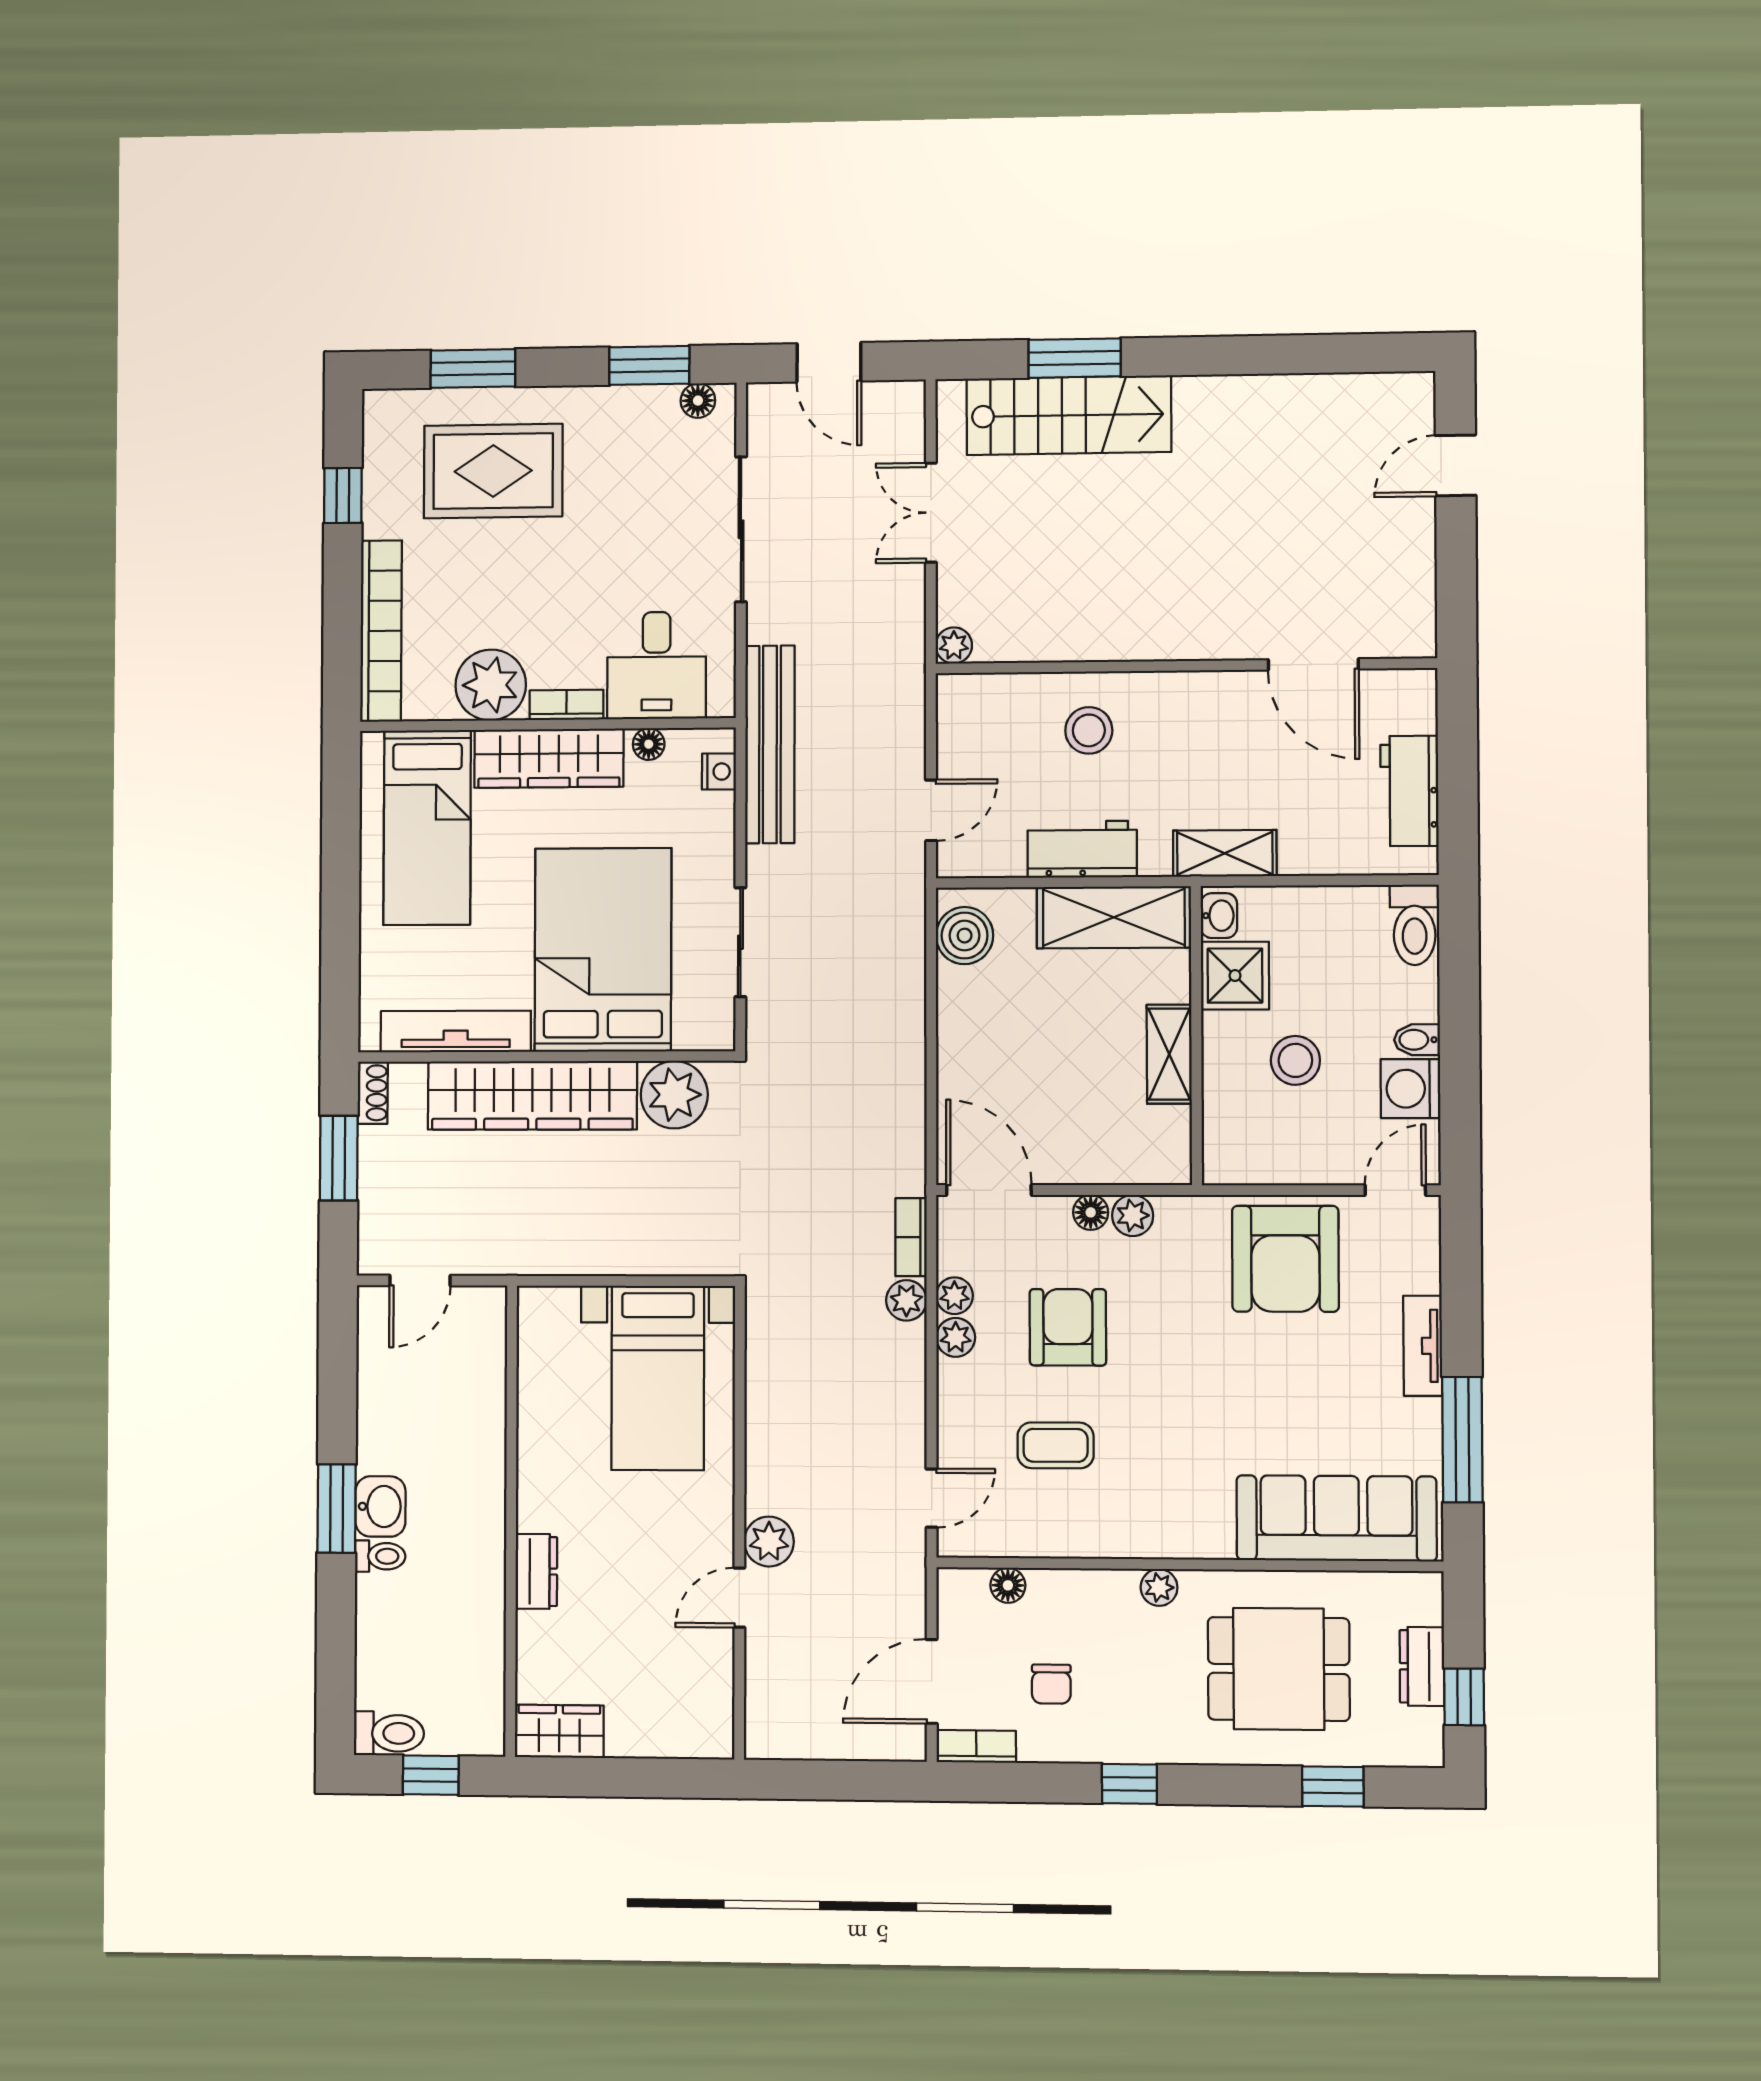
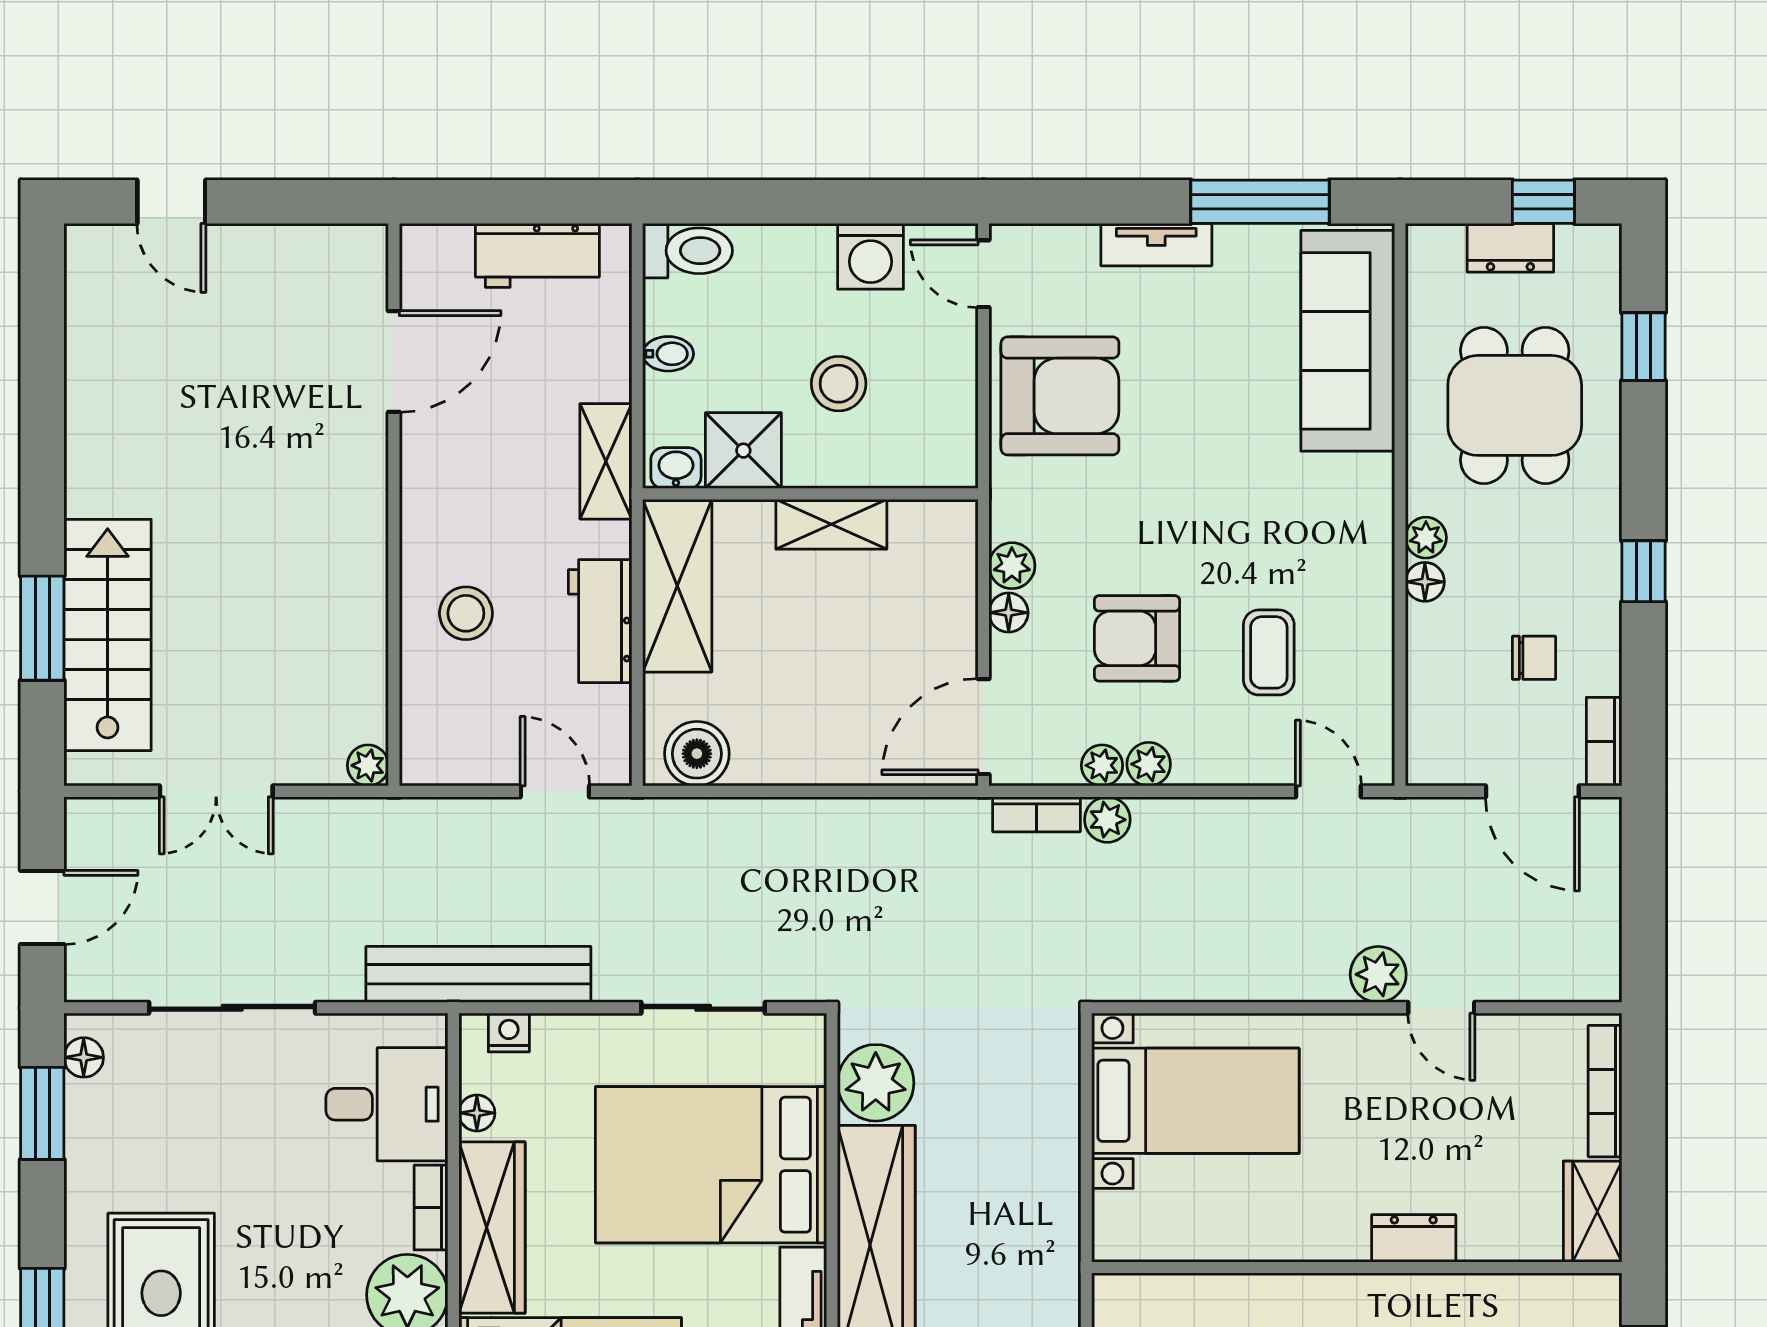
bidet: (1417, 1040) -> (668, 354), moved, turned -90
floor lamp: (1008, 1585) -> (1425, 582), moved
bookcase: (665, 1744) -> (1605, 1091), added

